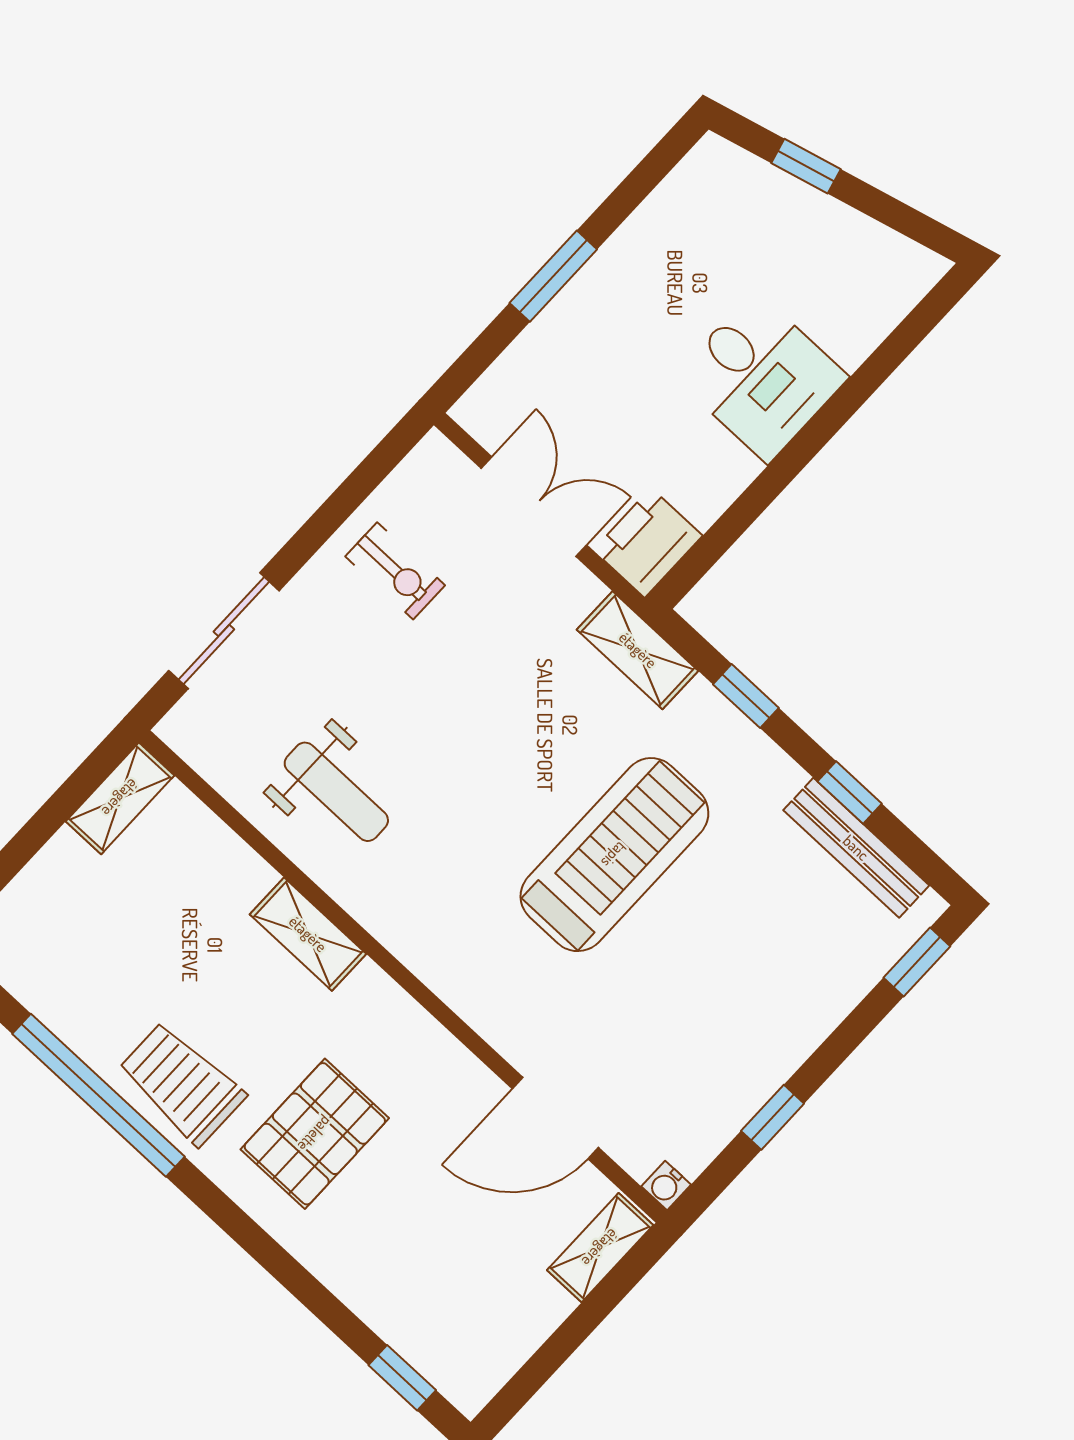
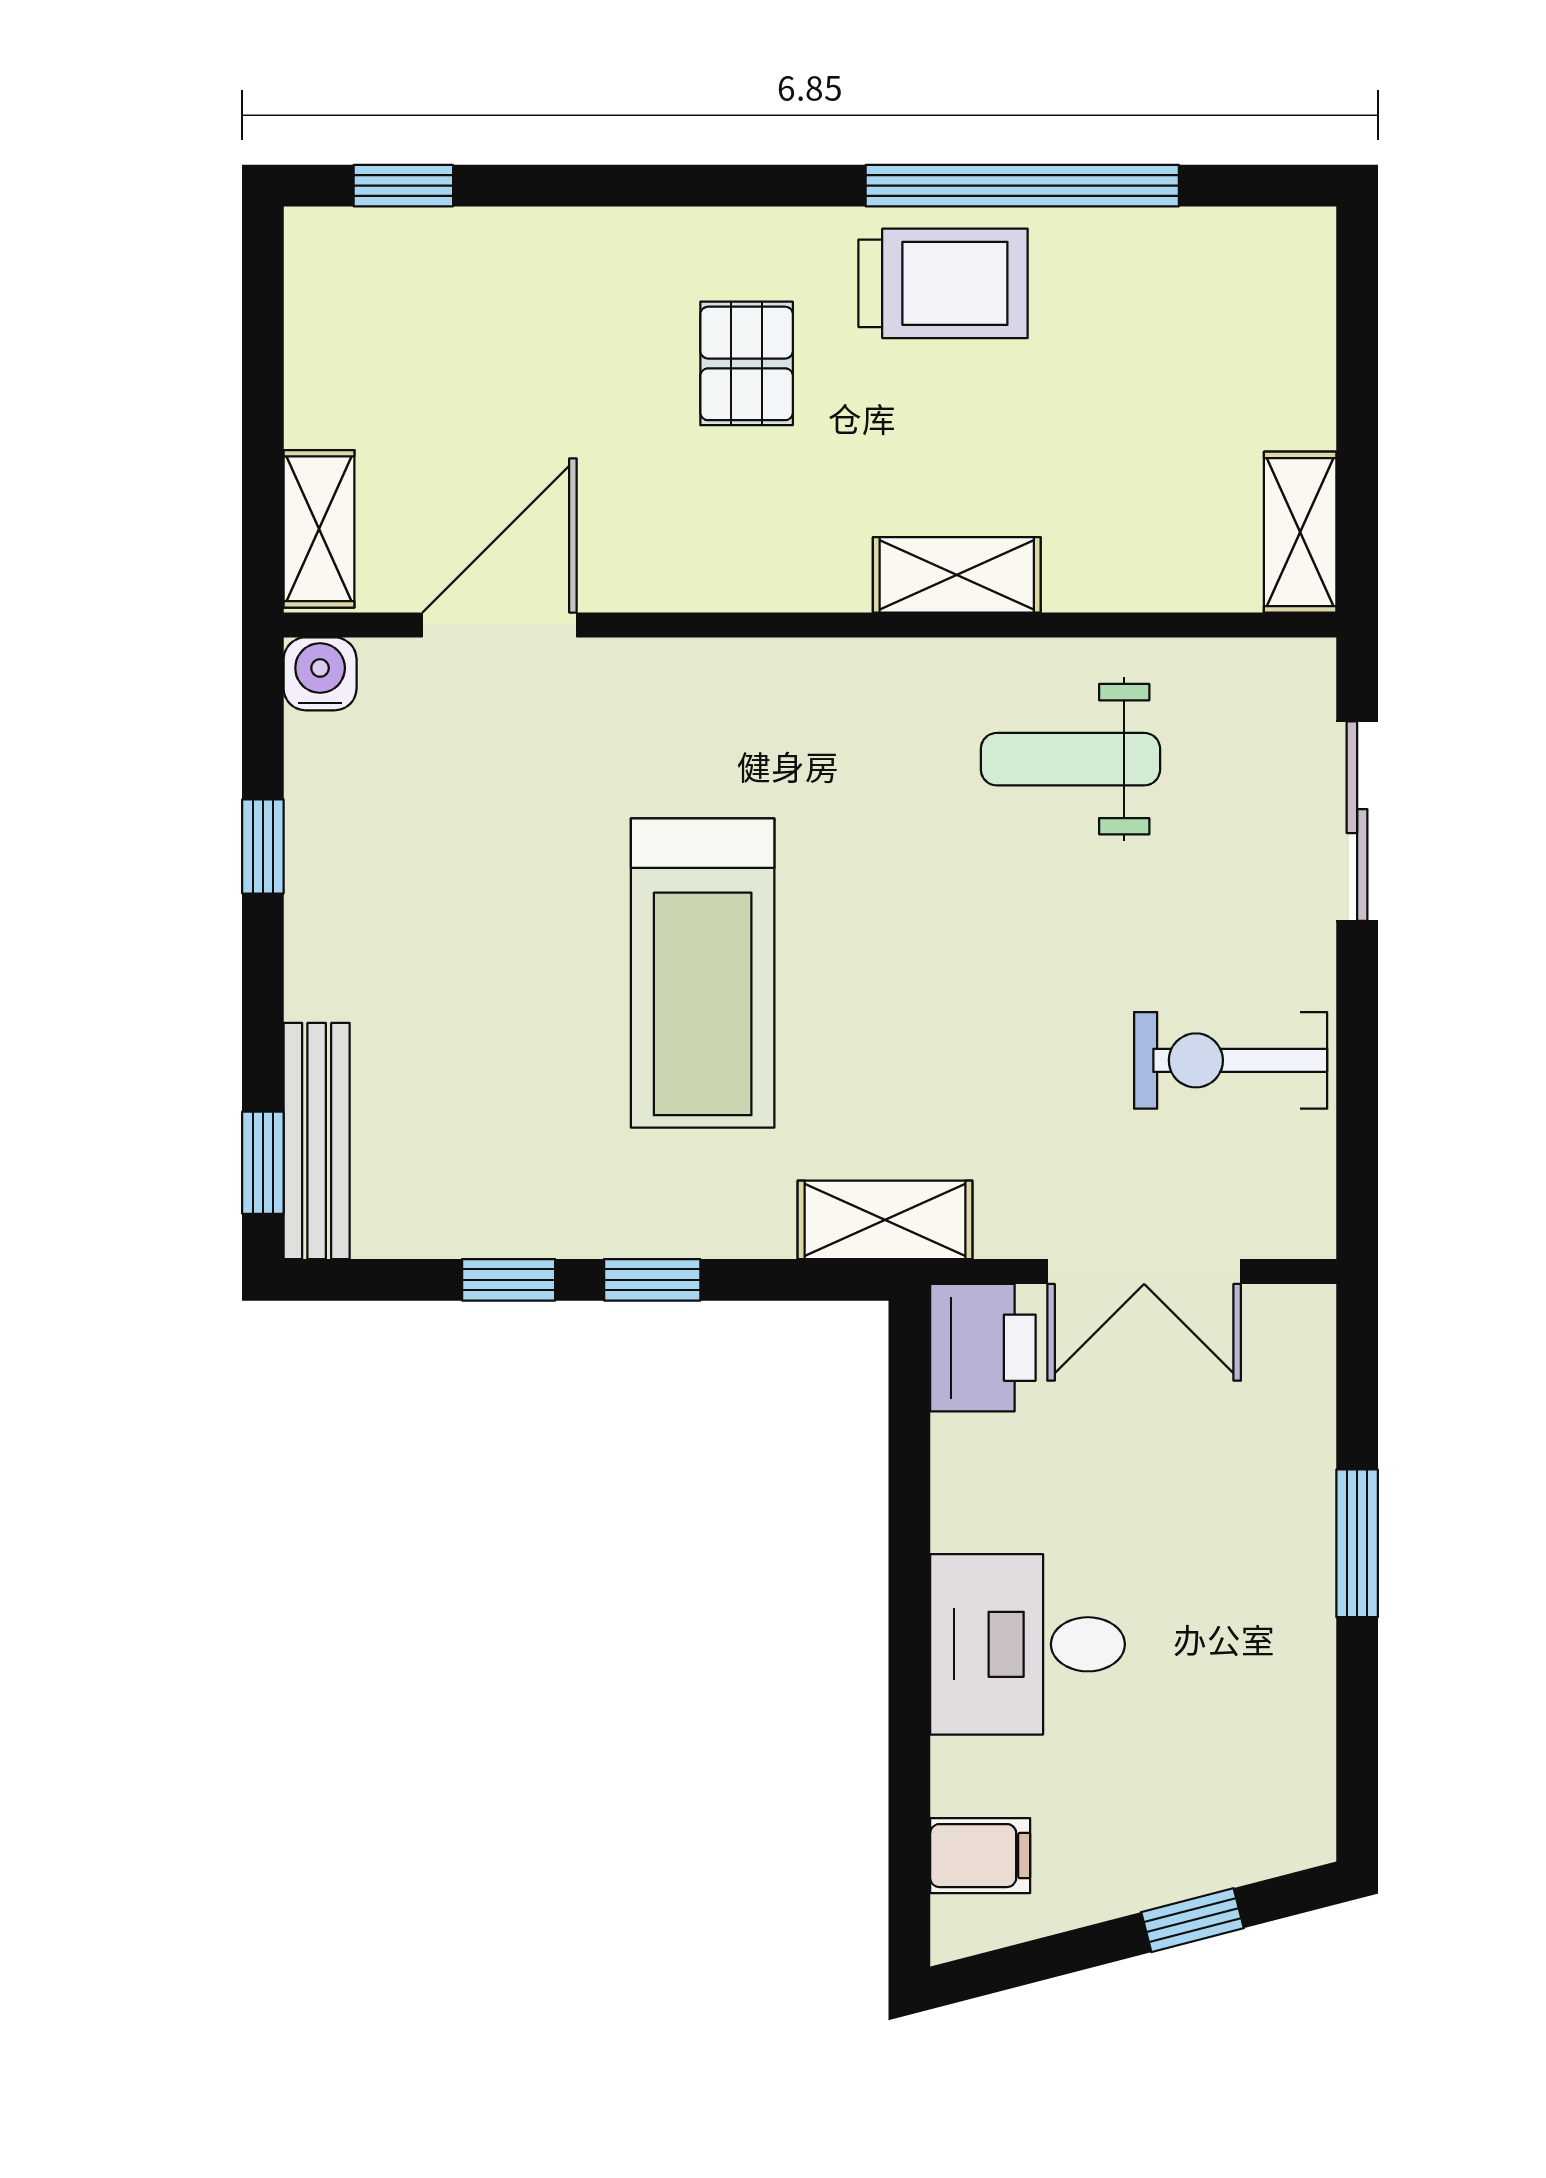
filing cabinet: (881, 295) -> (980, 1856), added
exercise bike: (395, 571) -> (1231, 1060), width x1.38, depth x1.39
window: (746, 696) -> (652, 1280), moved
bench: (856, 848) -> (317, 1141), moved, turned 90
pallet: (315, 1134) -> (747, 363), width x0.67, depth x0.71
water cooler: (666, 1186) -> (320, 674), width x1.38, depth x1.38

